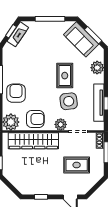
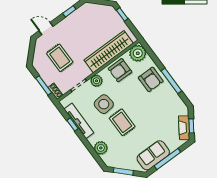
sofa: (81, 39) -> (153, 155), moved, turned -45
rug: (77, 165) -> (60, 58), turned 90

